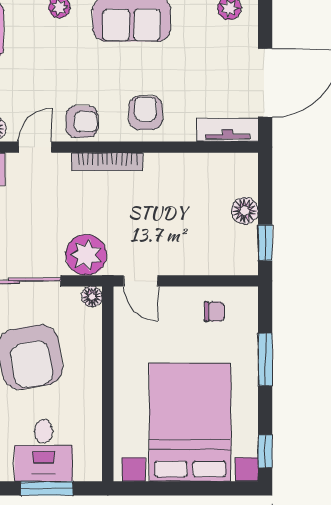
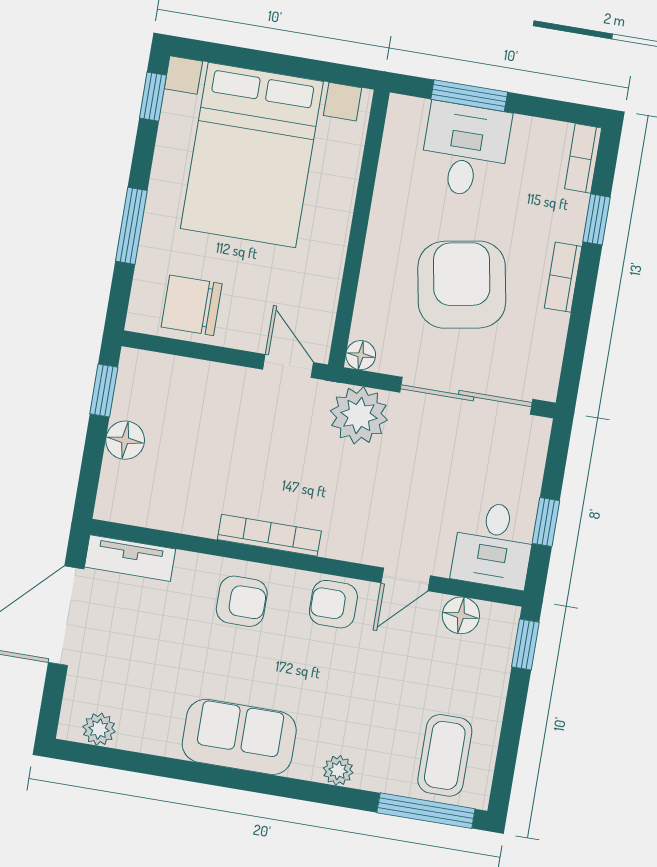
armchair: (146, 113) -> (242, 601), turned -90
bookcase: (107, 162) -> (269, 535), moved
chair: (214, 312) -> (192, 305), width x1.87, depth x1.87

